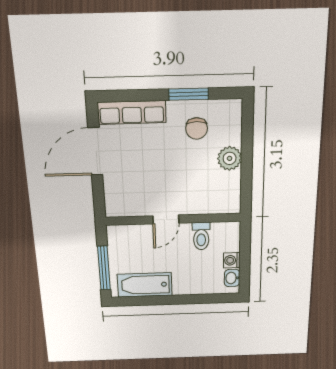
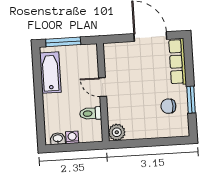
plant: (230, 158) -> (117, 132), moved

